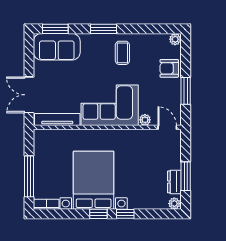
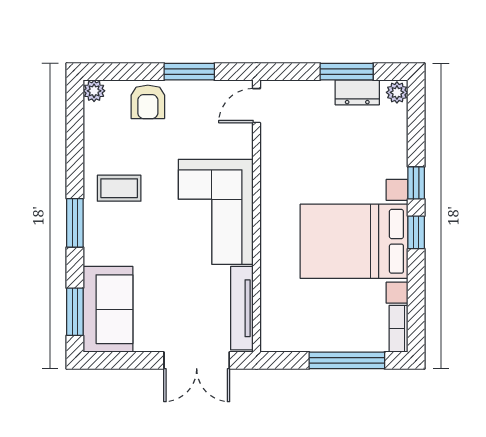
plant: (145, 120) -> (243, 147), removed

